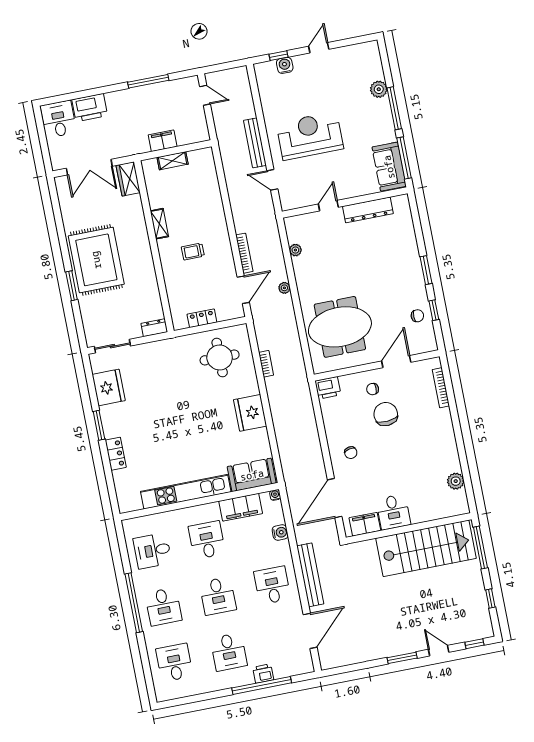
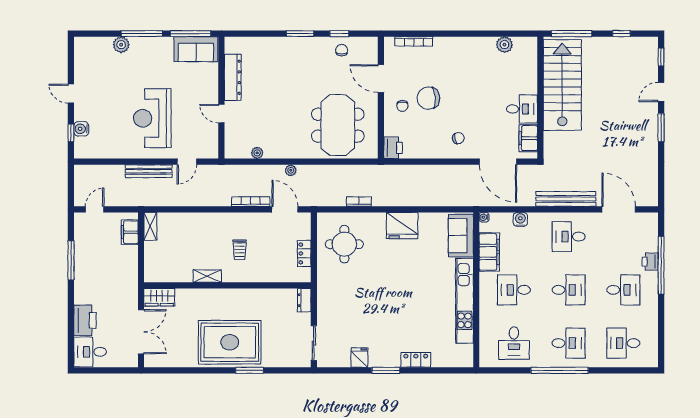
filing cabinet: (163, 141) -> (130, 232), moved
shelving: (173, 161) -> (150, 226), moved
fridge: (109, 387) -> (359, 358), width x0.53, depth x0.75

